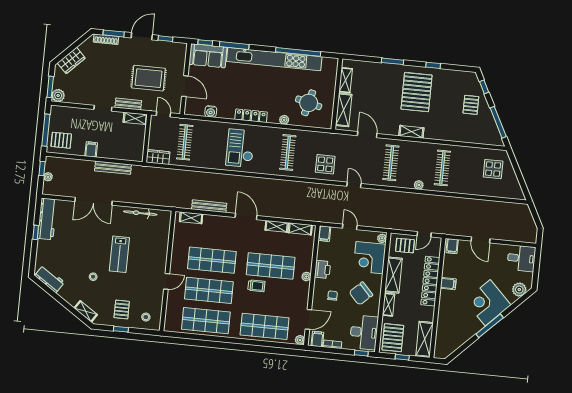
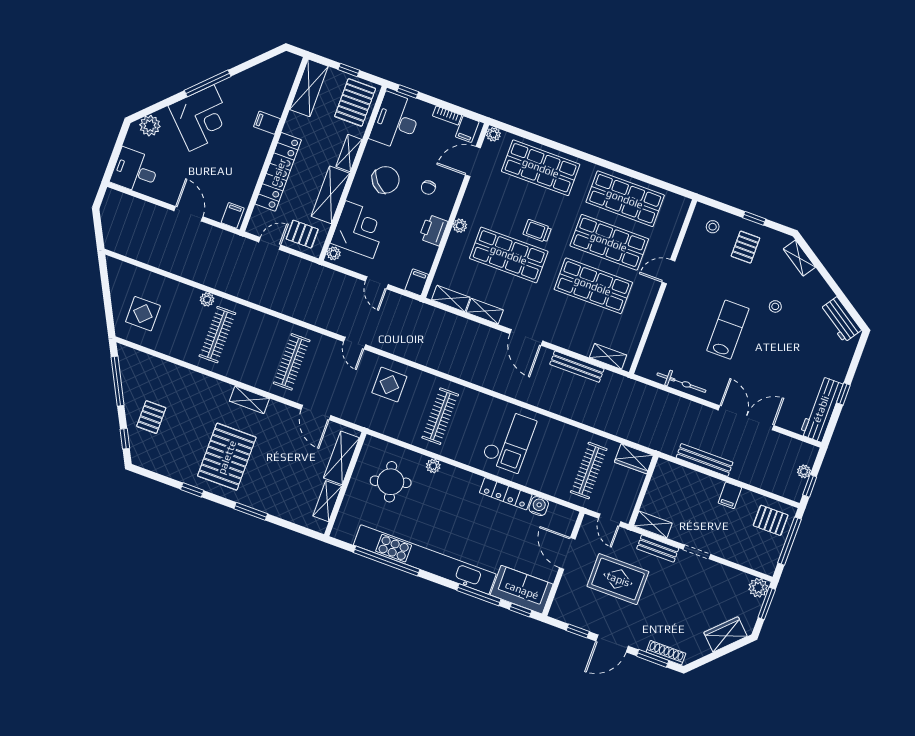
round table: (309, 103) -> (391, 482), turned -30
locker: (251, 116) -> (506, 494), moved
plant: (419, 185) -> (207, 299), moved
filing cabinet: (448, 284) -> (267, 123), moved

